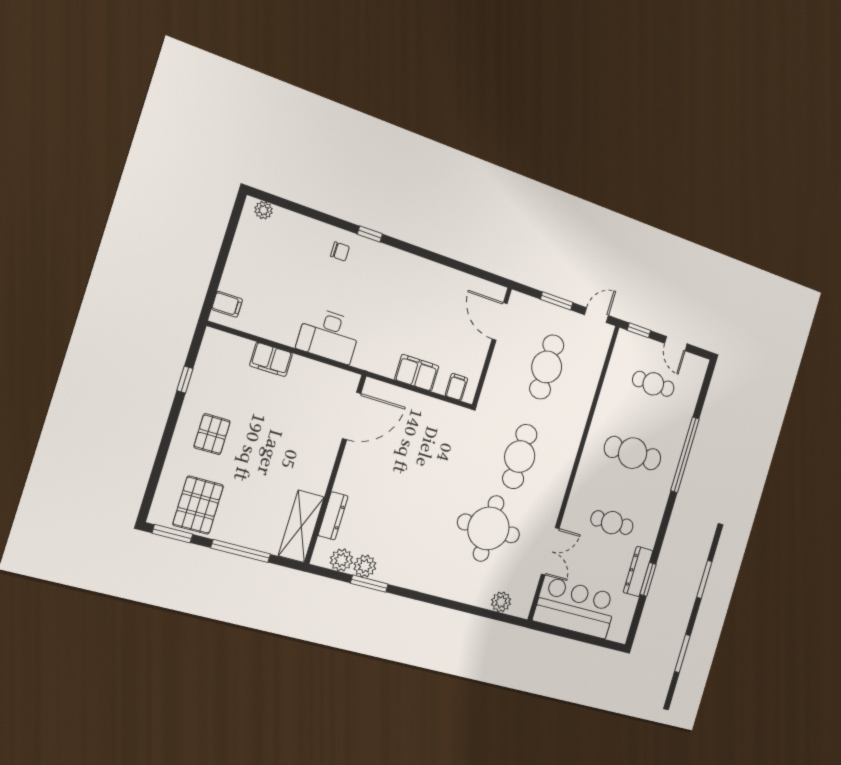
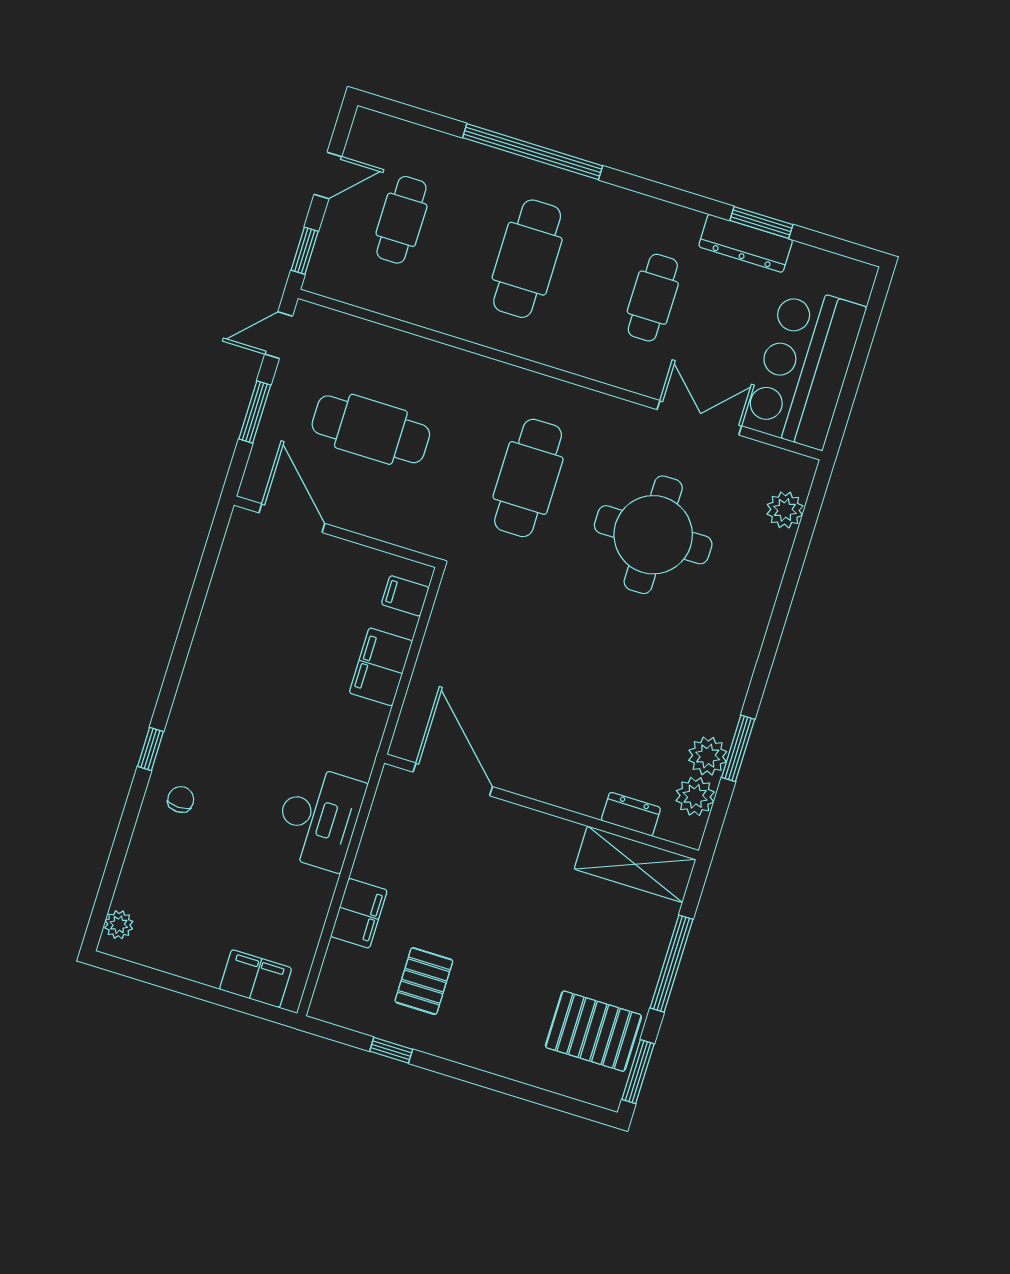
filing cabinet: (227, 304) -> (256, 979), width x2.00
door: (596, 315) -> (279, 335), hinge flipped
door: (500, 321) -> (292, 518), swing flipped
pallet: (212, 434) -> (424, 981), moved, turned 90
cafe table: (520, 457) -> (528, 478), turned 90
dresser: (333, 516) -> (631, 814), width x0.70

